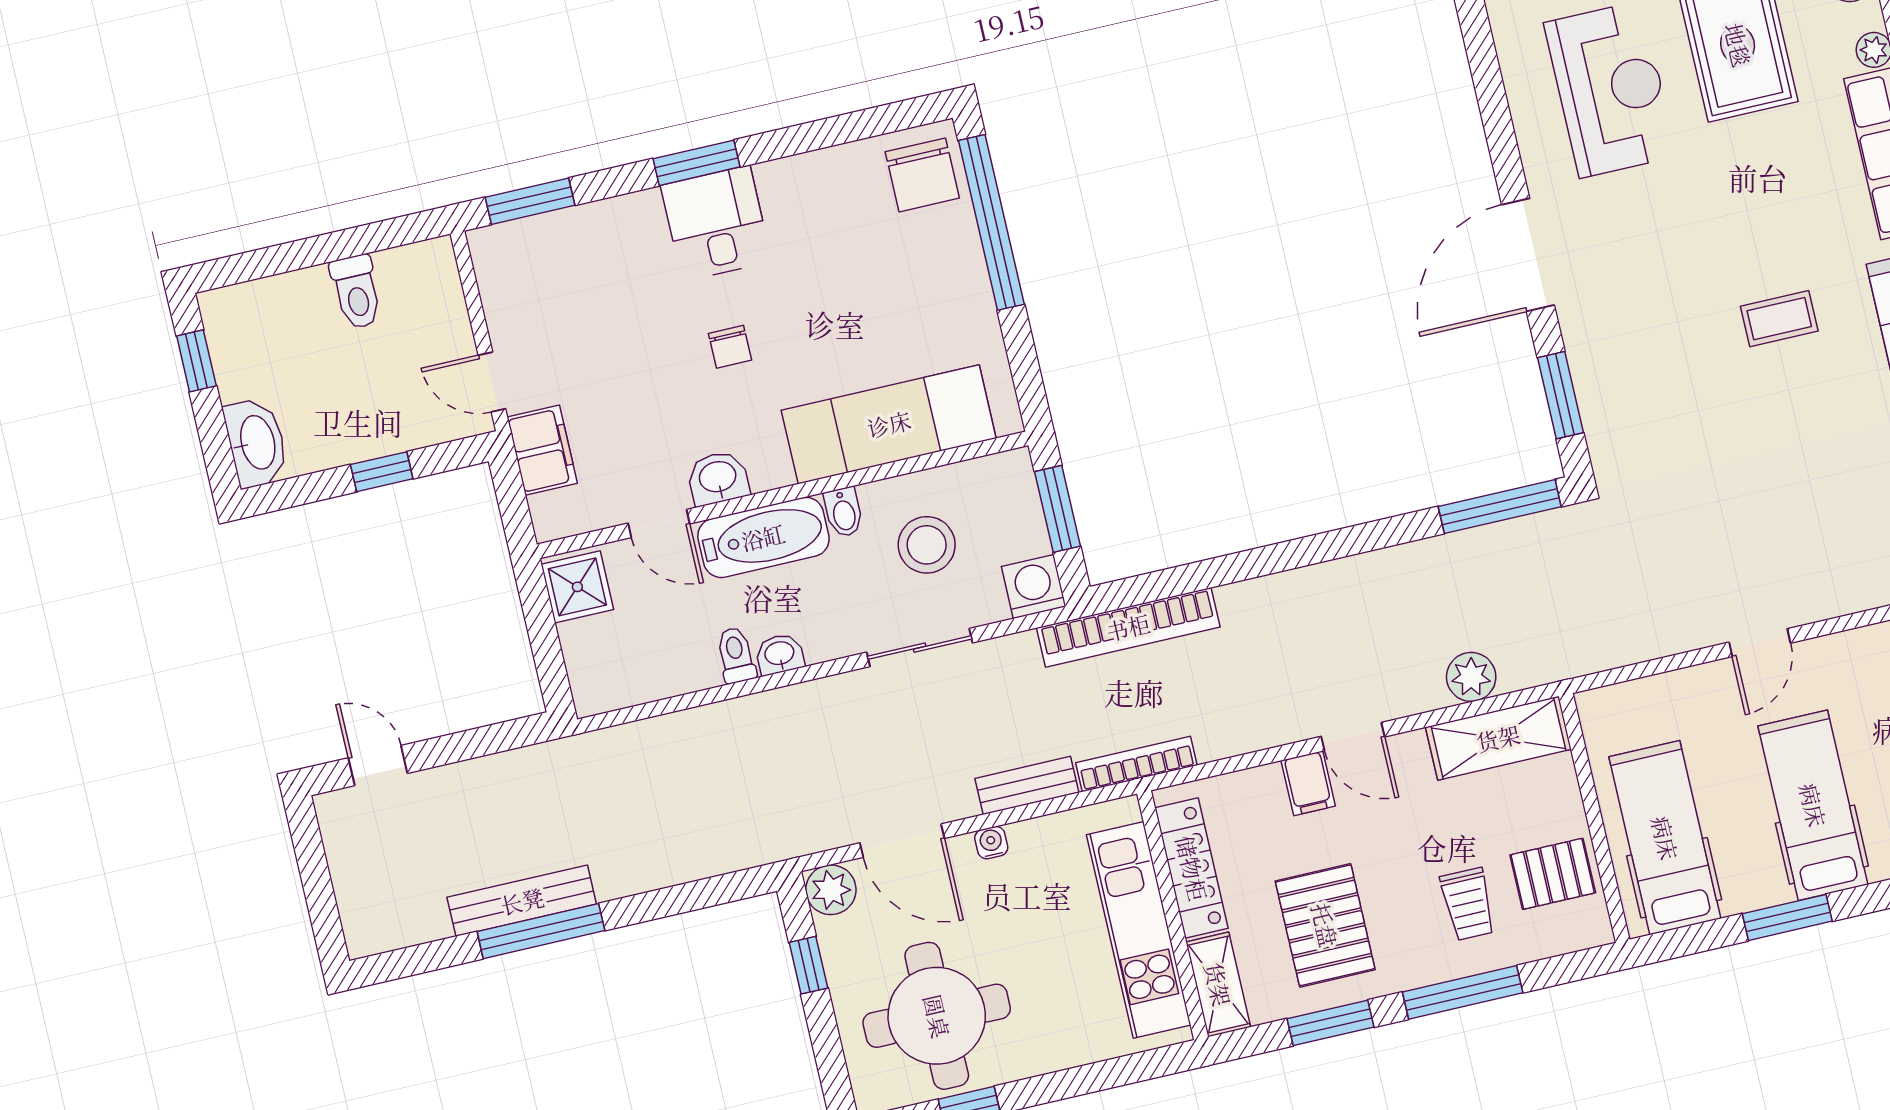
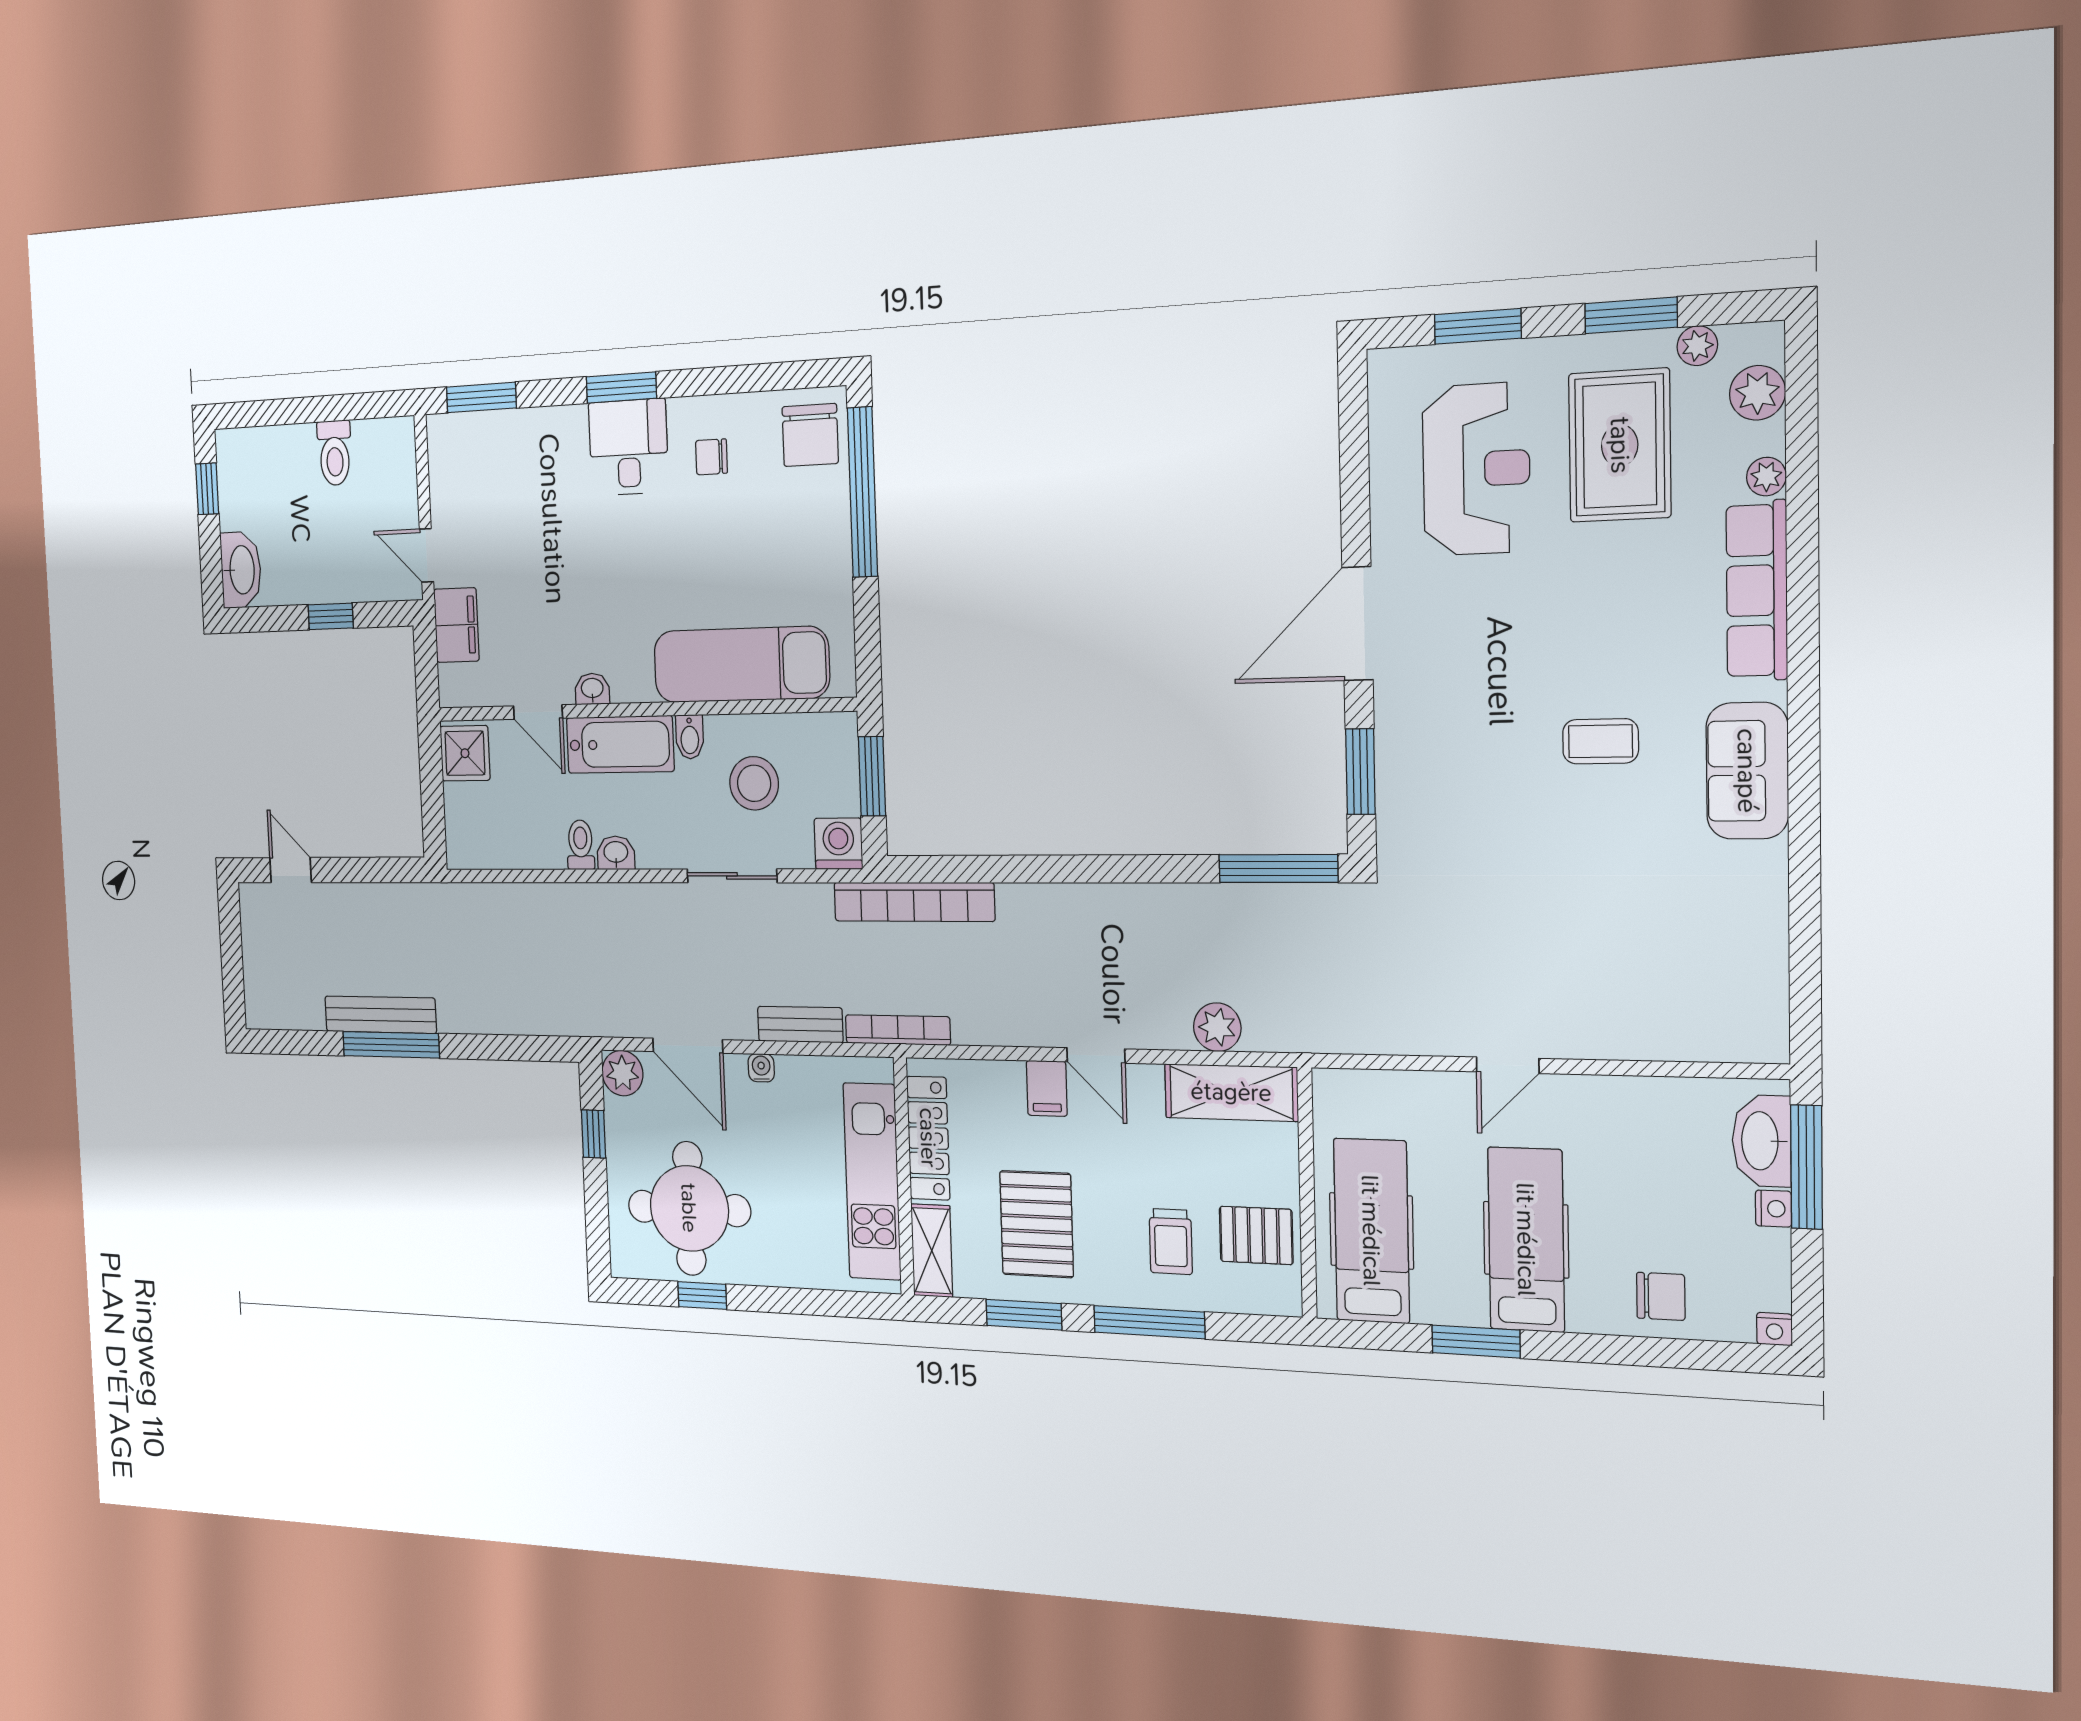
chair: (730, 347) -> (711, 457), moved, turned 90
washbasin: (718, 478) -> (592, 689), width x0.72, depth x0.69

